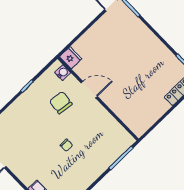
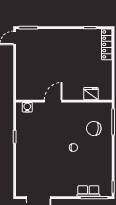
fridge: (71, 58) -> (91, 94), moved
chair: (61, 103) -> (94, 128), moved

